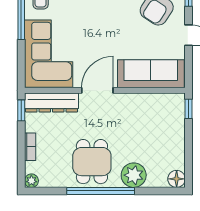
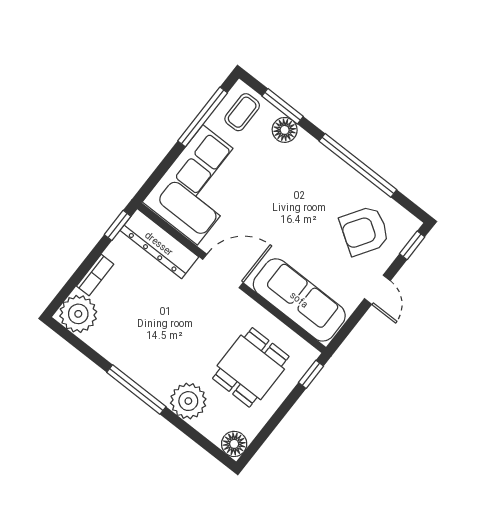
dining table: (92, 162) -> (251, 367), moved
plant: (31, 181) -> (78, 314), width x1.88, depth x1.88
window: (101, 191) -> (136, 389), width x0.68

